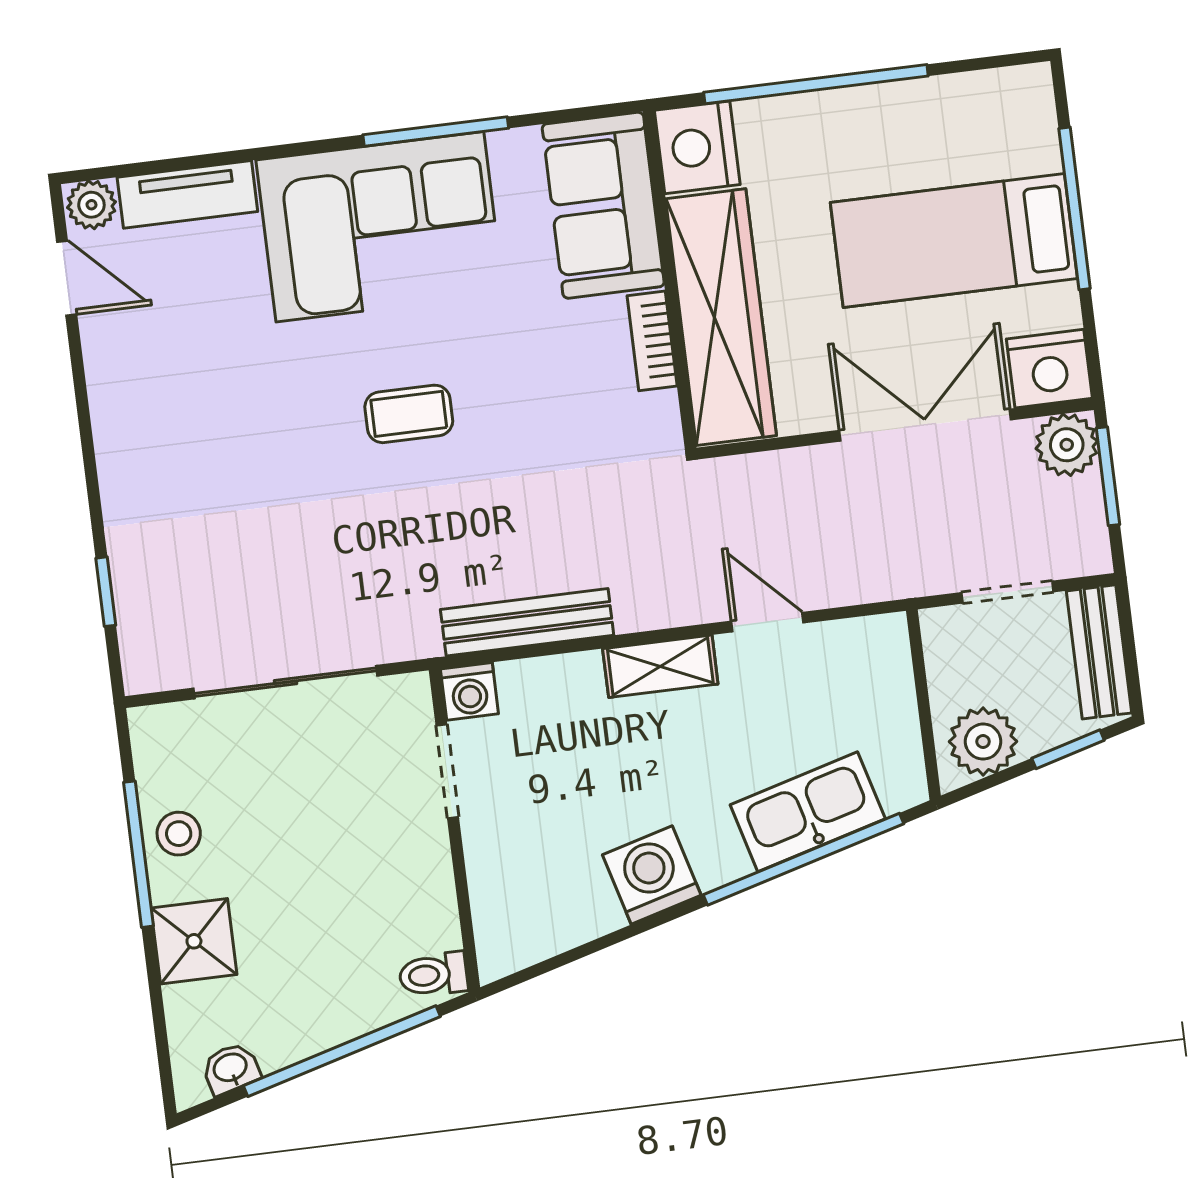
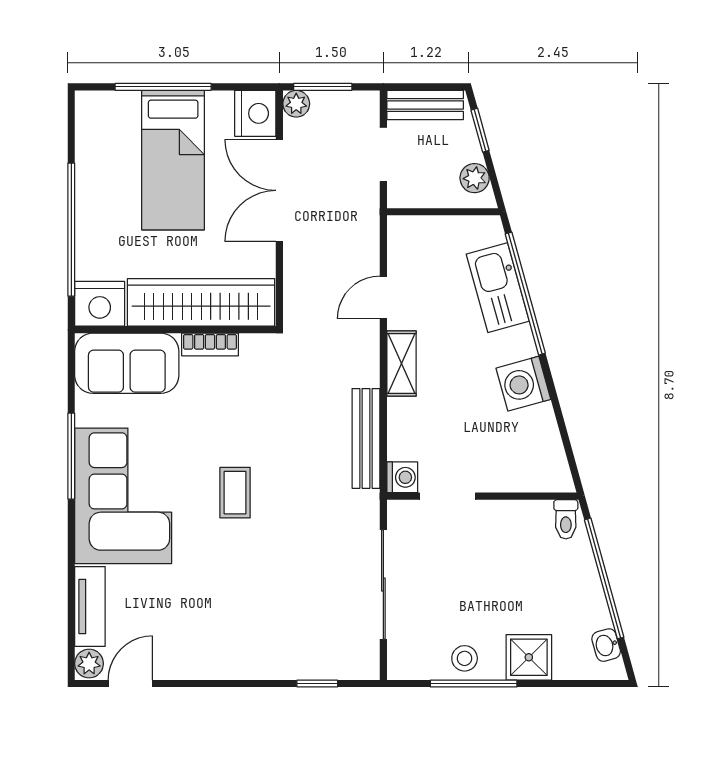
plant: (1067, 445) -> (296, 104), width x0.73, depth x0.73
plant: (983, 742) -> (475, 178), width x0.73, depth x0.73

